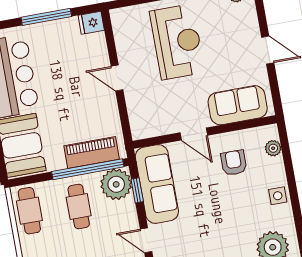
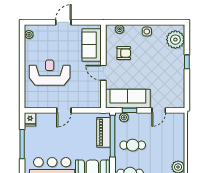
door: (194, 134) -> (103, 73), swing flipped
armchair: (234, 163) -> (124, 53), turned 180
plant: (116, 184) -> (124, 117), width x0.53, depth x0.53

